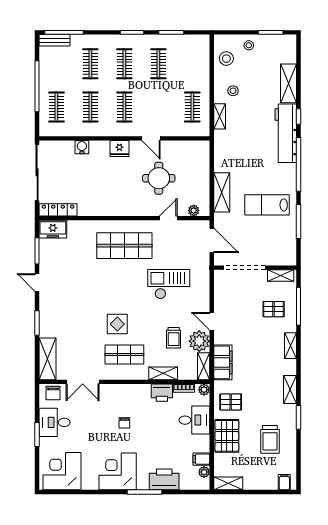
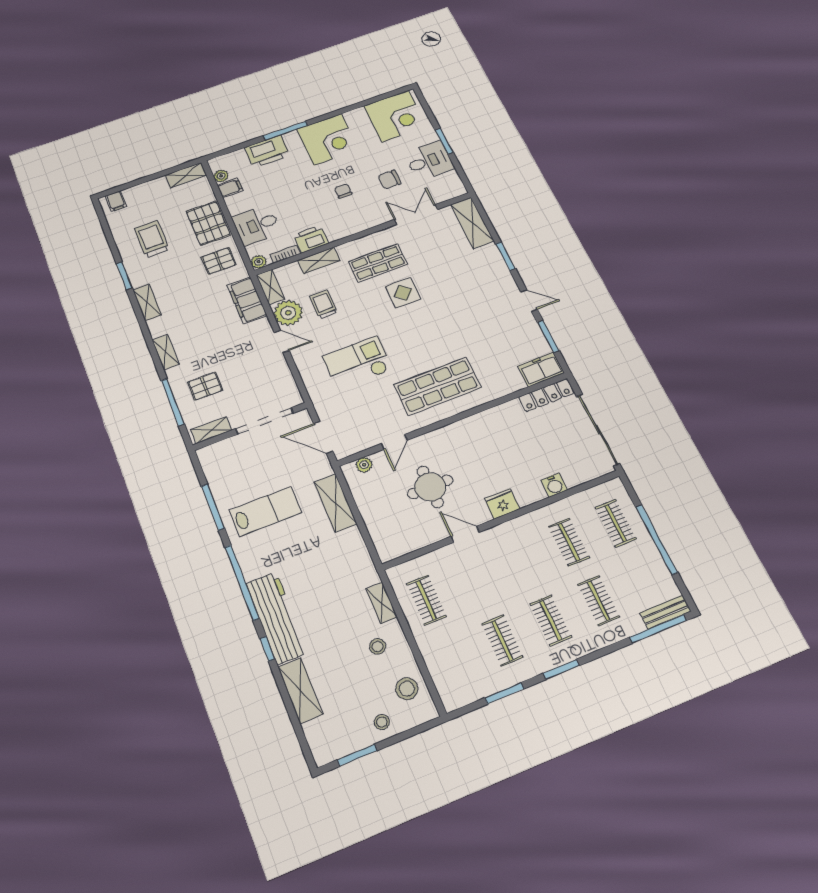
clothes rail: (124, 107) -> (522, 561), removed
checkout: (169, 284) -> (357, 363), turned 180
chair: (53, 393) -> (389, 180), moved, turned -90

